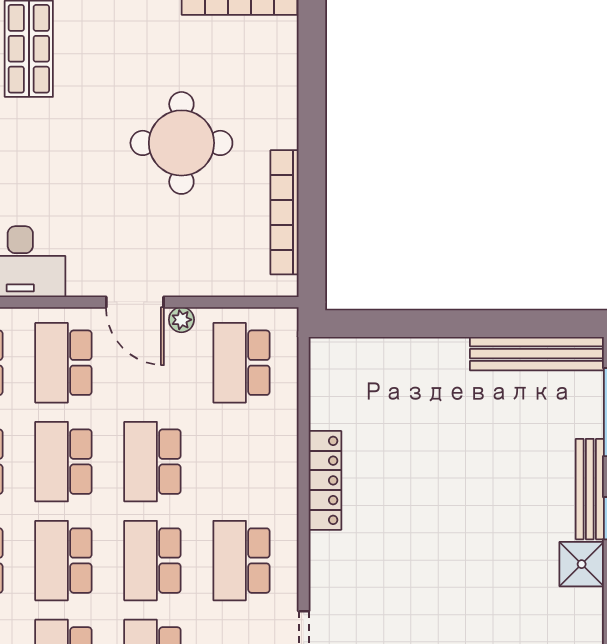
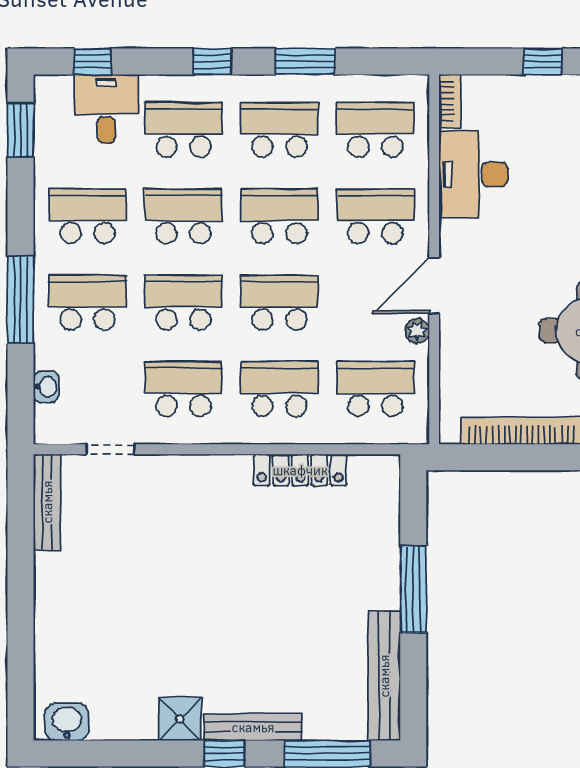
window: (448, 324) -> (413, 589), added
school desk: (241, 462) -> (279, 389), added
locker: (325, 480) -> (300, 470), moved

